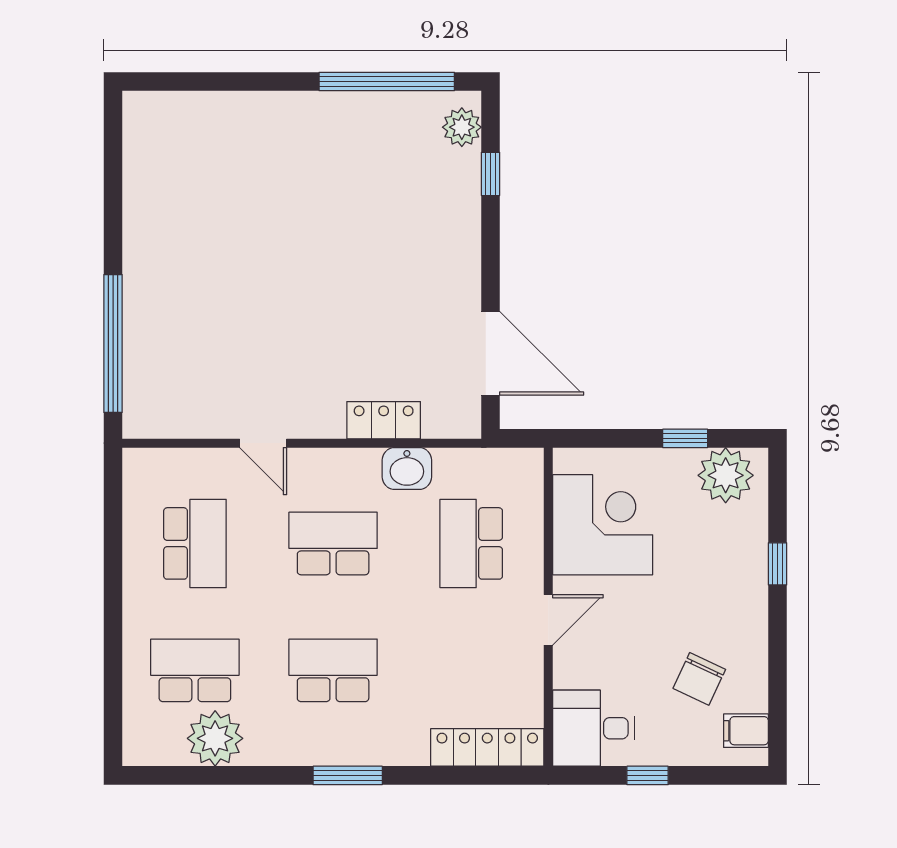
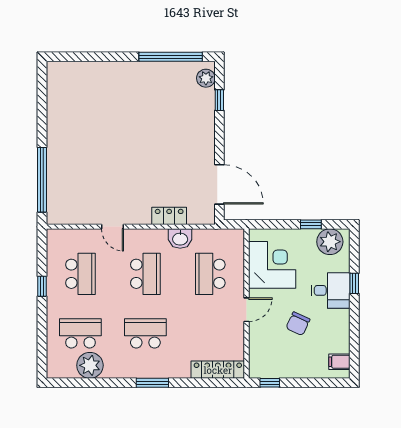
school desk: (333, 543) -> (145, 274), turned 90
window: (113, 570) -> (42, 286), added
chair: (699, 679) -> (298, 324), moved
desk: (594, 728) -> (331, 290), moved, turned 180
window: (648, 775) -> (270, 383), moved

